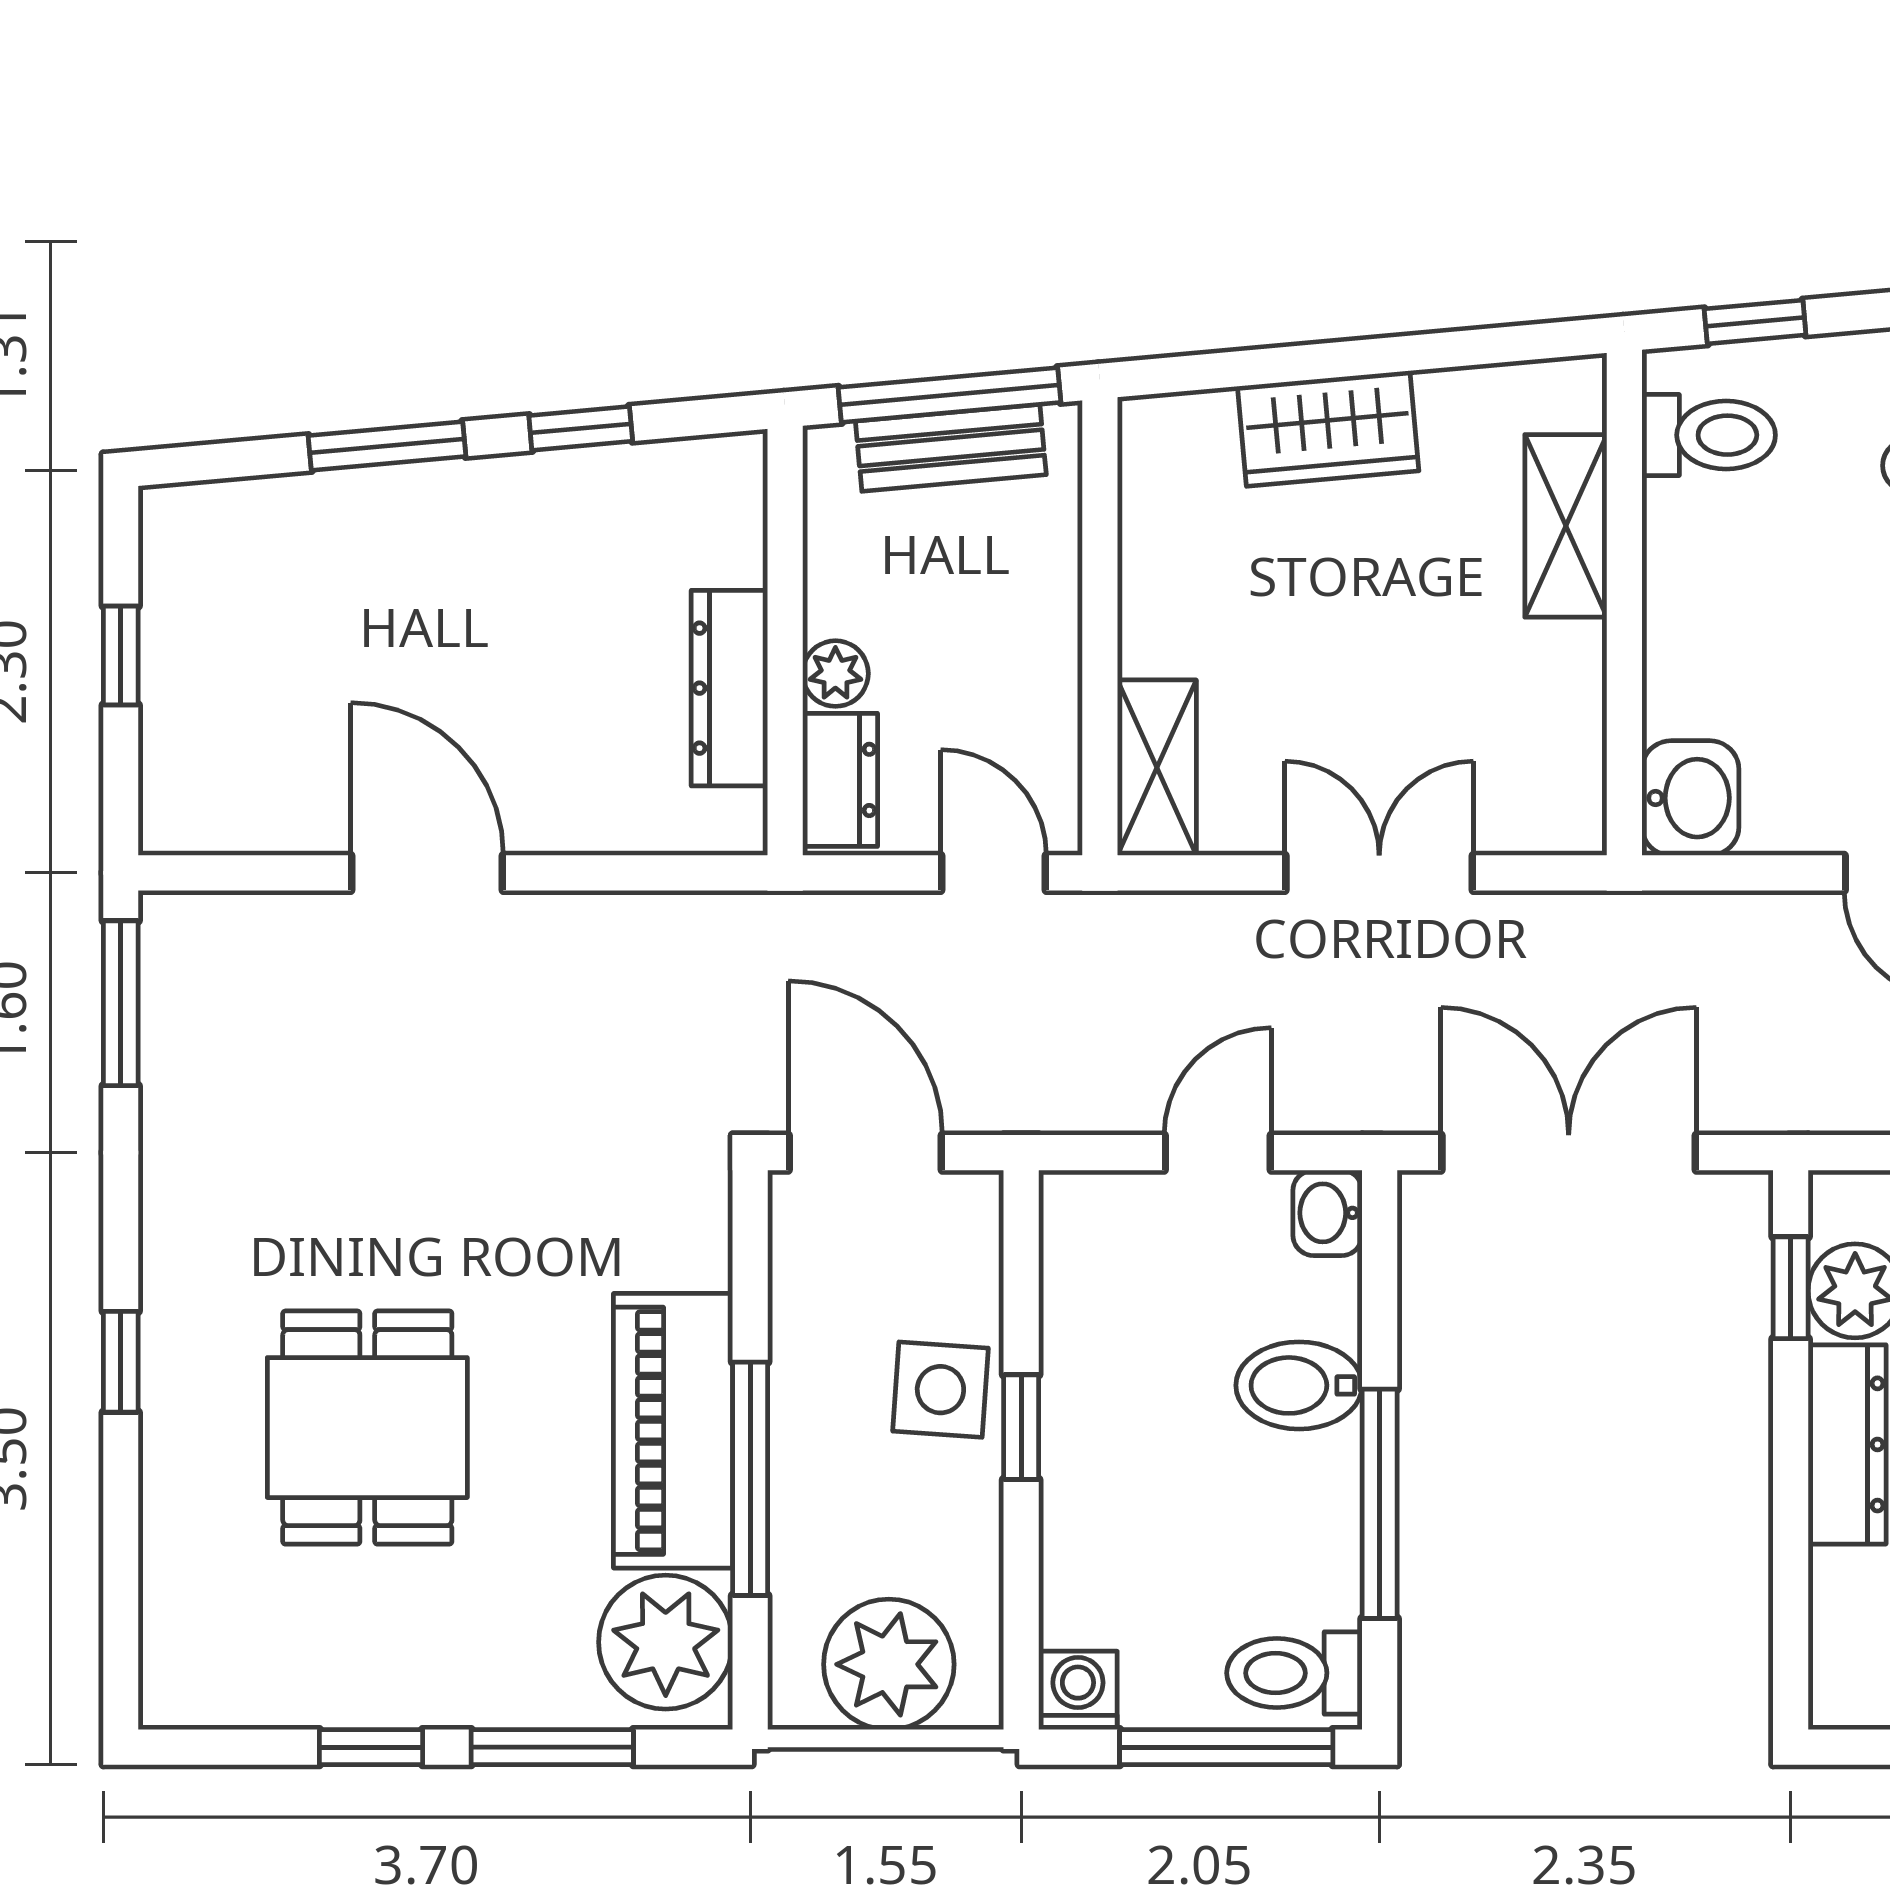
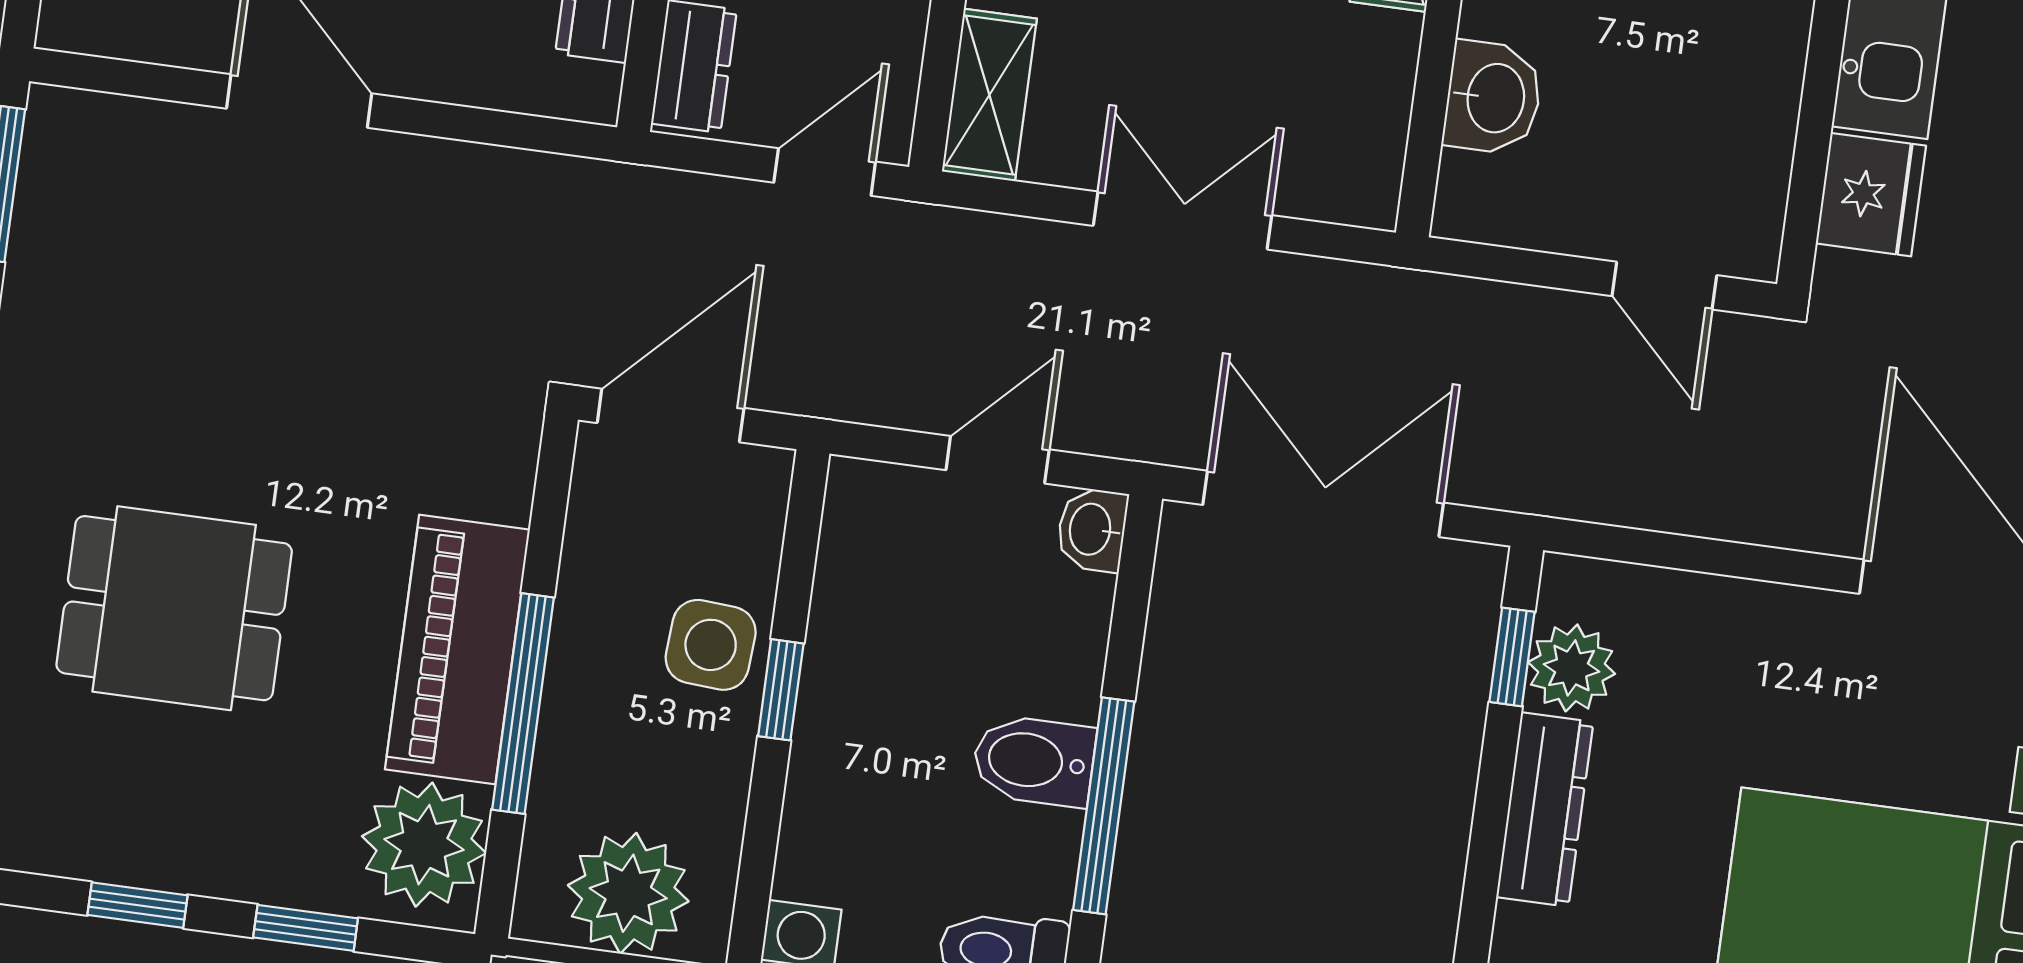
washbasin: (1690, 798) -> (1493, 98), moved
door: (994, 873) -> (825, 172), hinge flipped
door: (865, 1153) -> (671, 416), hinge flipped
bidet: (1299, 1385) -> (1034, 761), moved
dining table: (367, 1428) -> (174, 608), turned 90
window: (552, 1747) -> (306, 928), width x0.67

